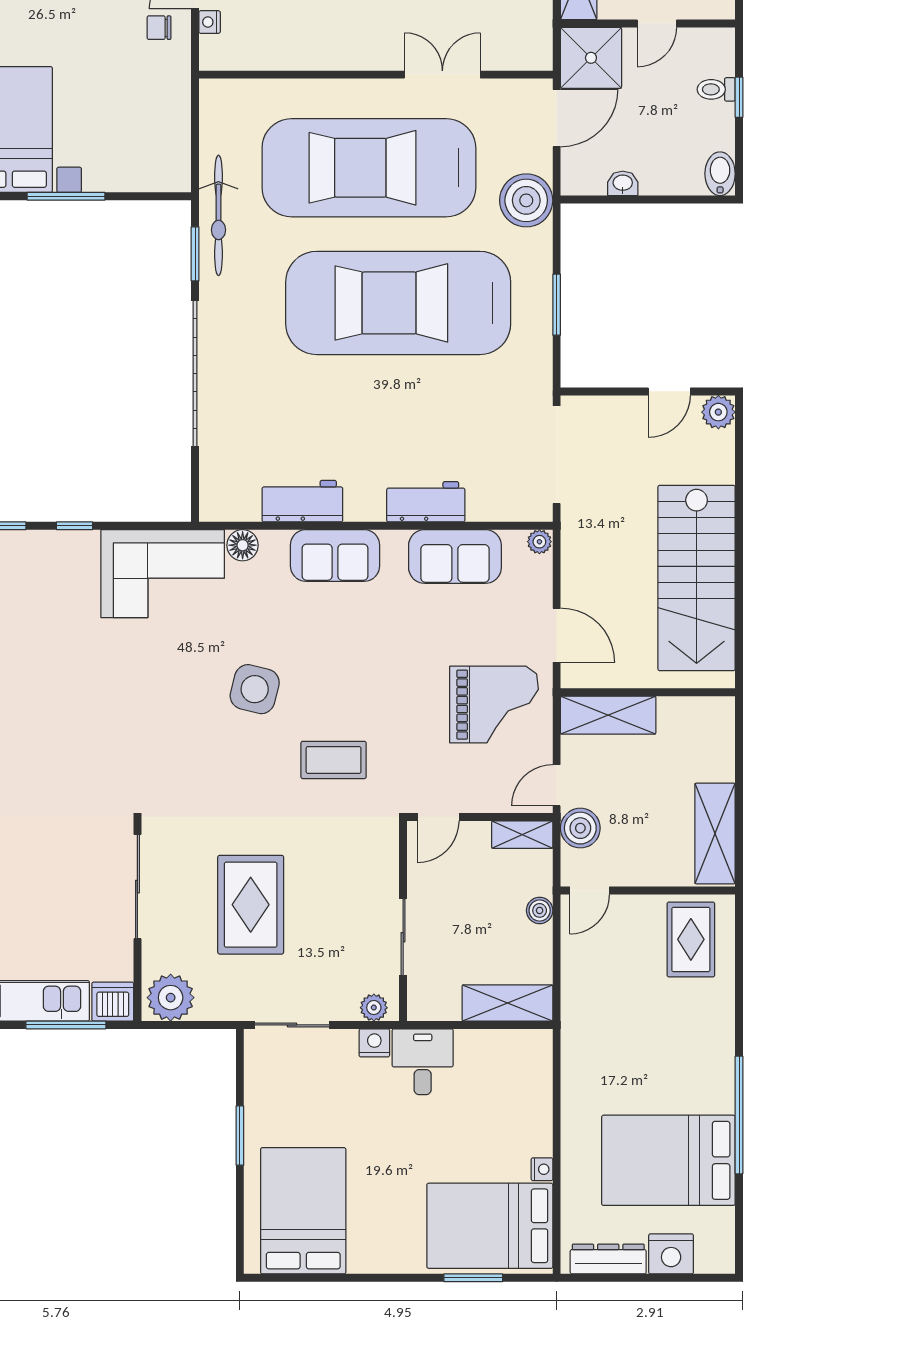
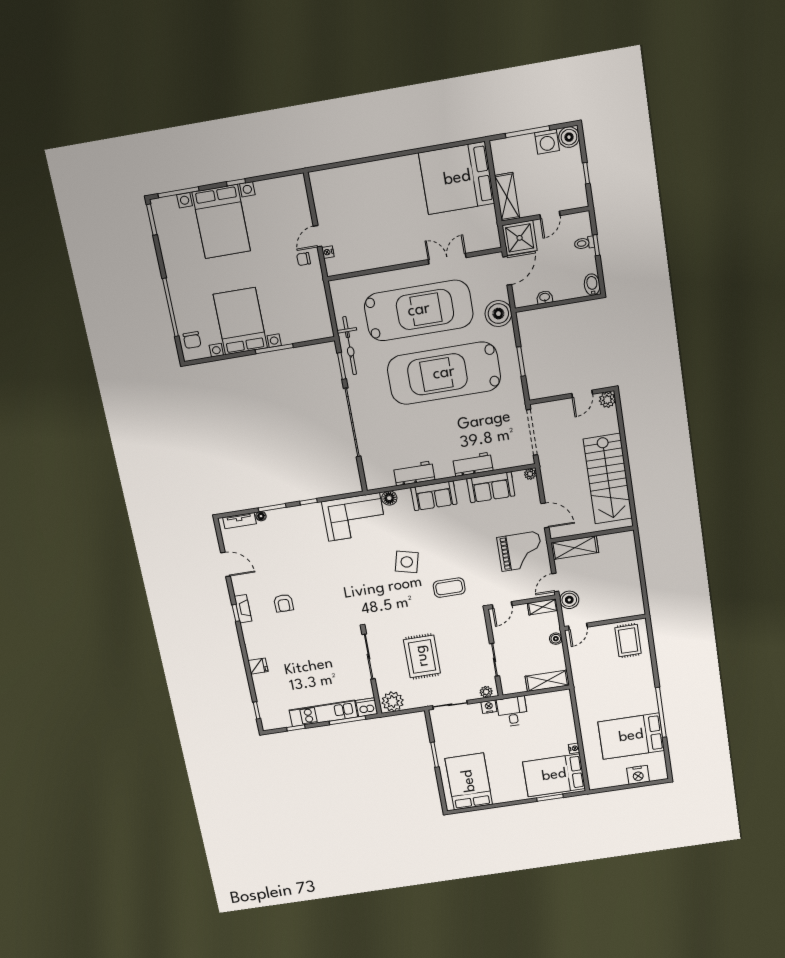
car: (369, 168) -> (419, 310), turned 180
shelving: (715, 833) -> (633, 592), removed
dresser: (608, 1259) -> (610, 781), removed

